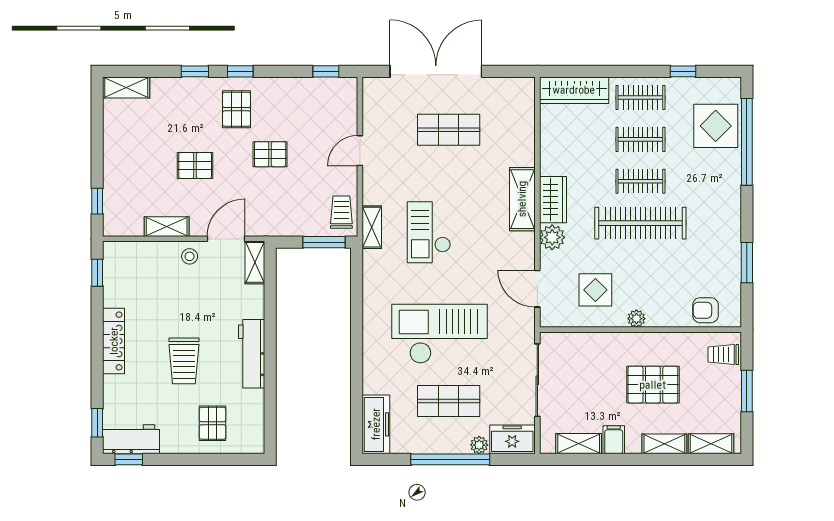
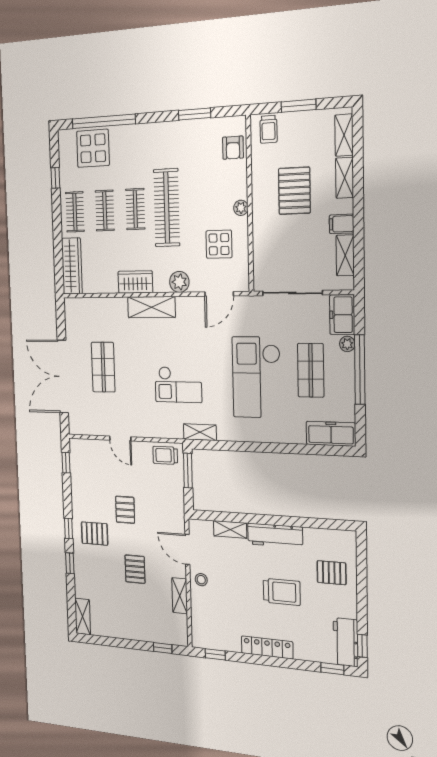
wardrobe: (553, 200) -> (135, 282), moved
shelving: (372, 227) -> (200, 432), moved
shelving: (255, 262) -> (230, 529), moved

